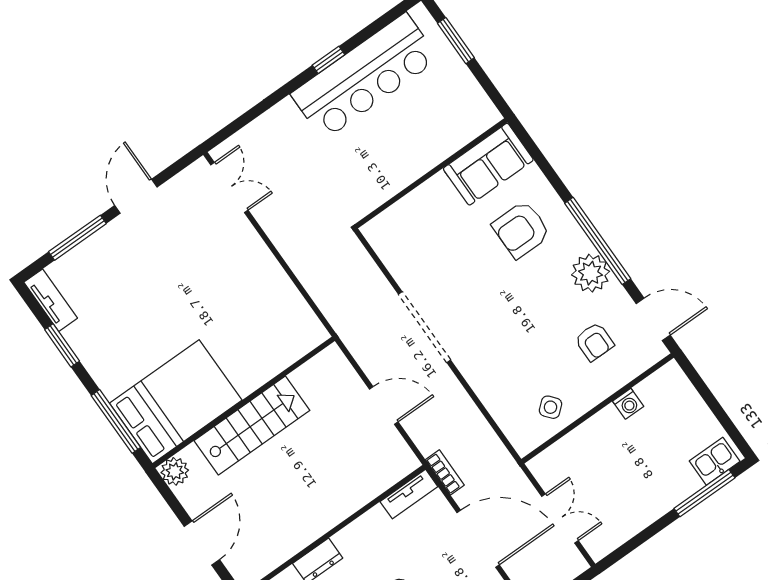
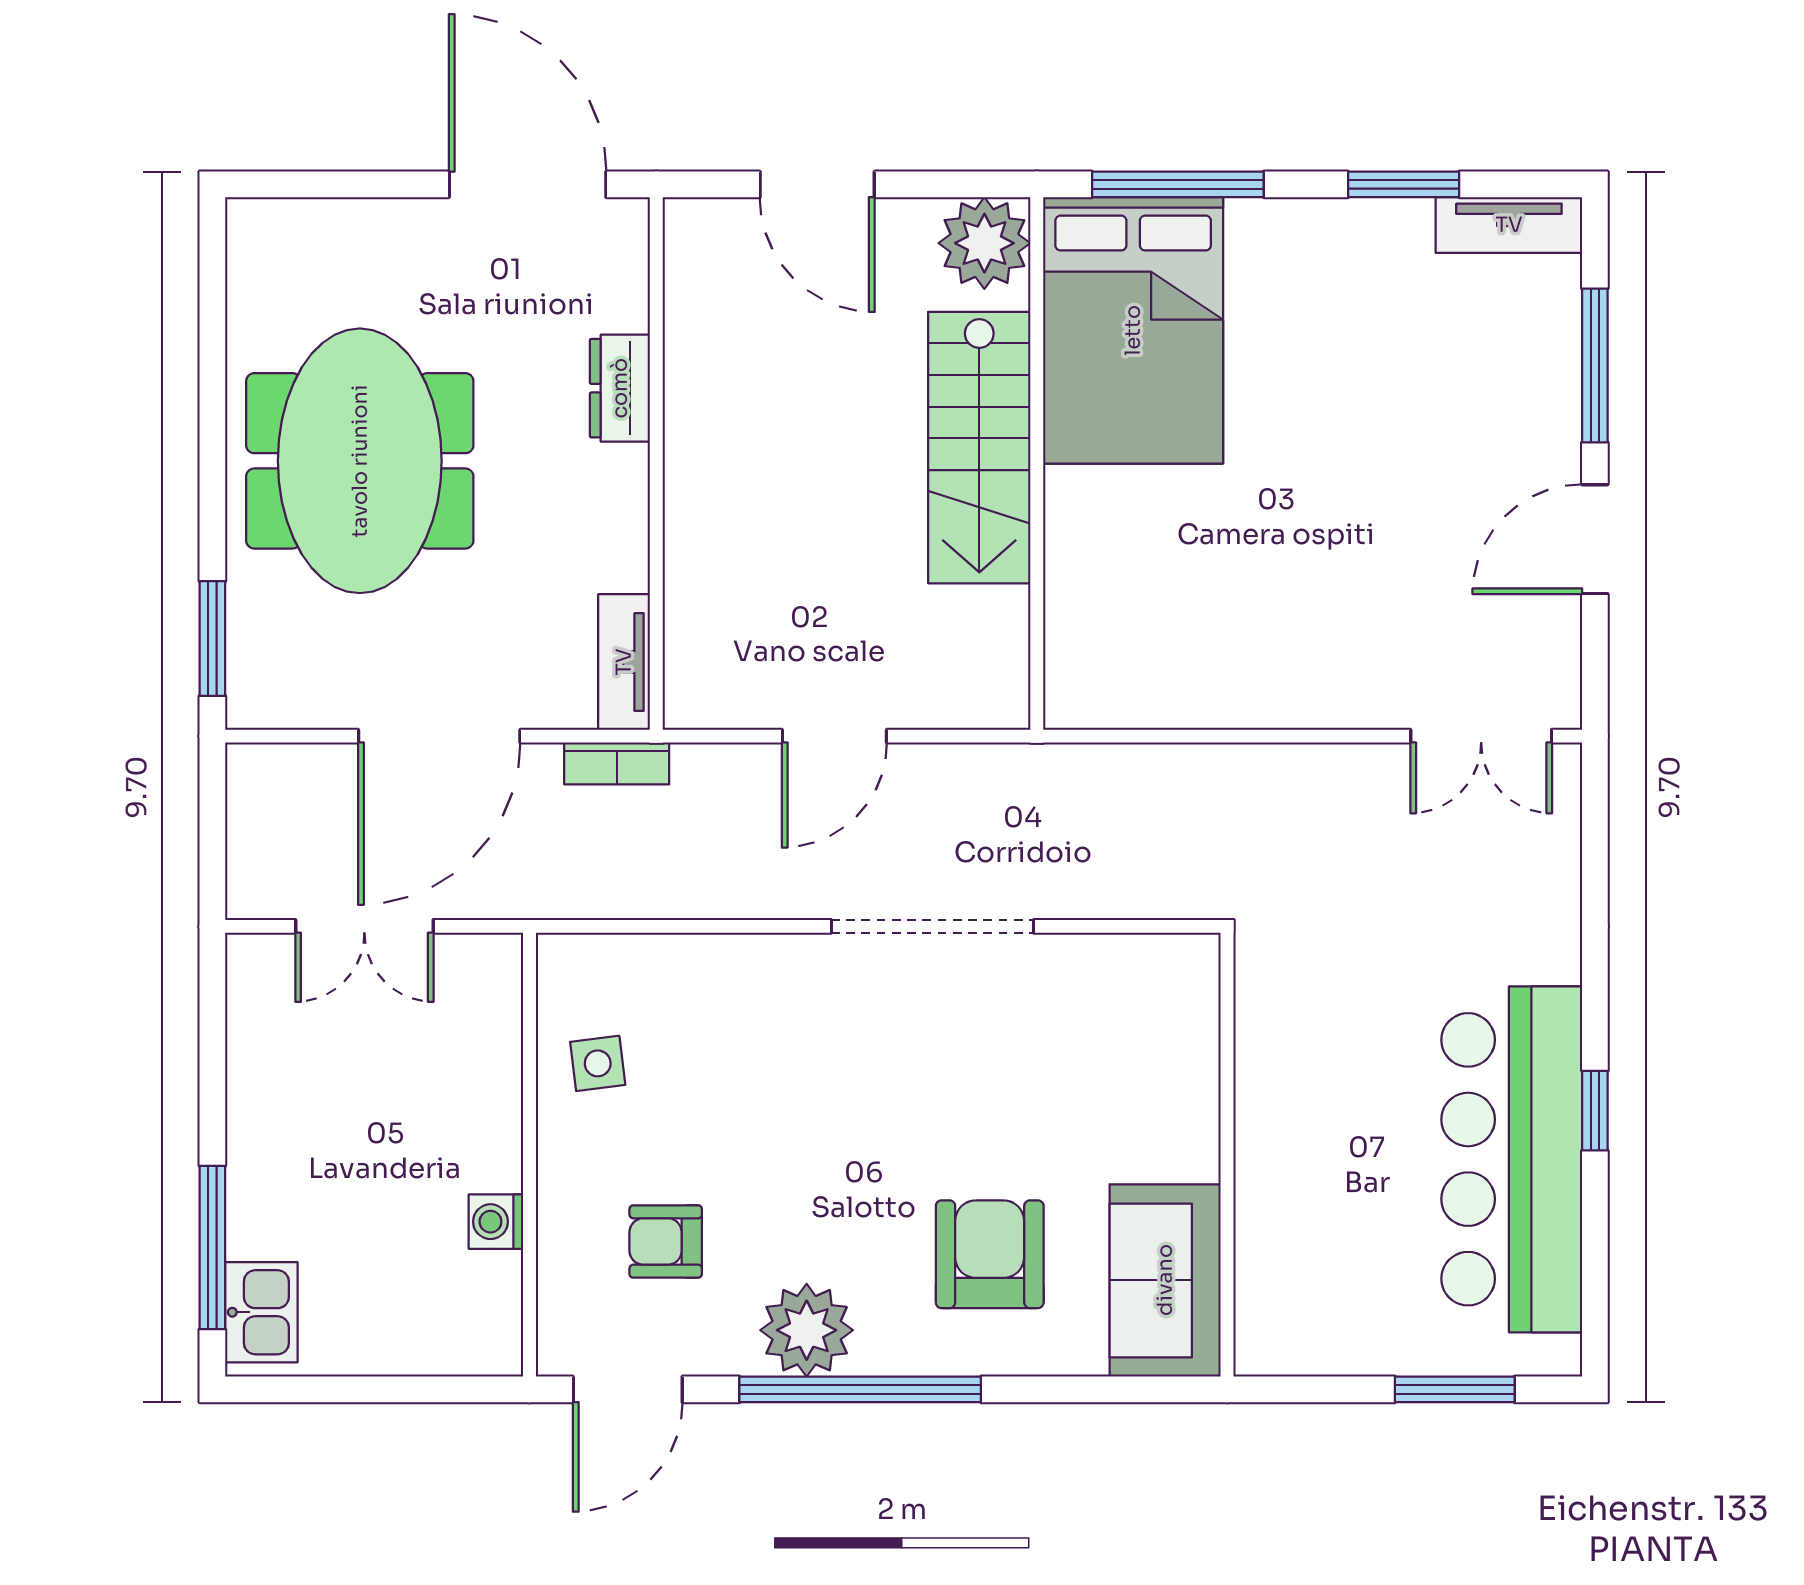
door: (136, 196) -> (1595, 539), swing flipped
side table: (550, 407) -> (598, 1063), turned 33
plant: (175, 471) -> (984, 243), width x1.36, depth x1.36

